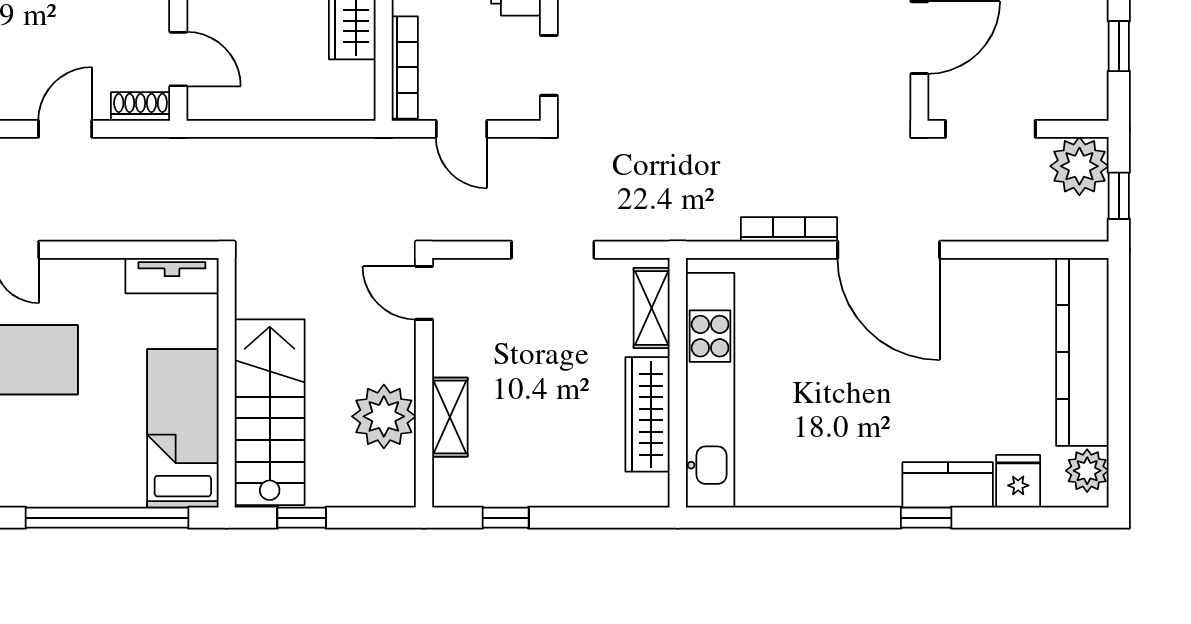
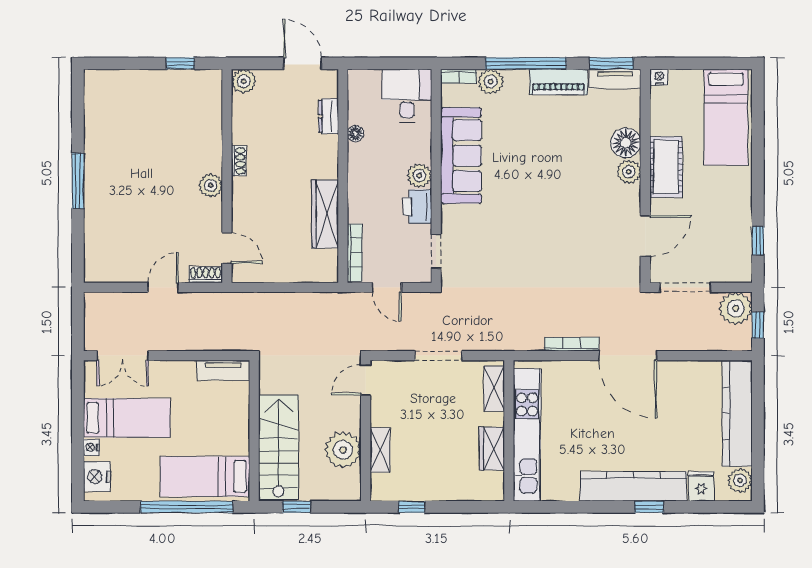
door: (424, 293) -> (366, 380), hinge flipped
wardrobe: (648, 414) -> (492, 449), width x0.67
bed: (183, 428) -> (205, 476), moved, turned -90
kitchen counter: (948, 485) -> (633, 486), width x2.08, depth x1.17

